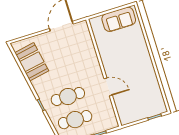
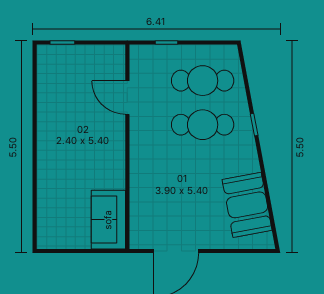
sofa: (119, 19) -> (108, 220), moved, turned -90
door: (108, 87) -> (127, 98), moved

